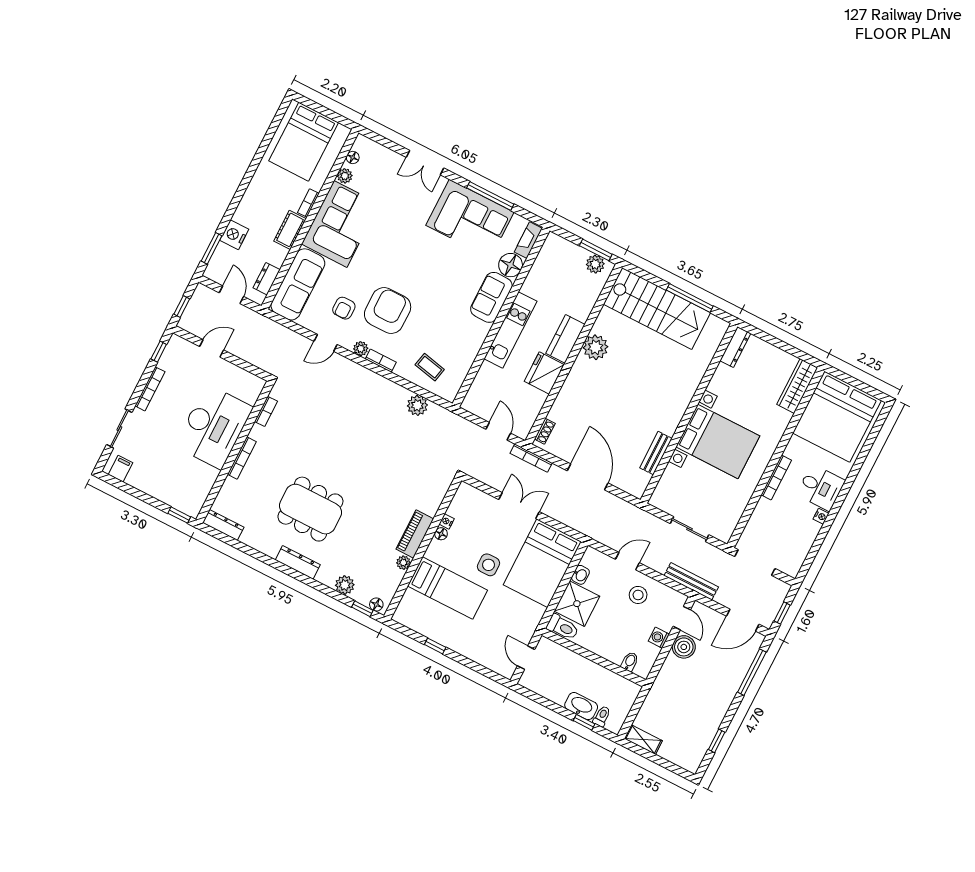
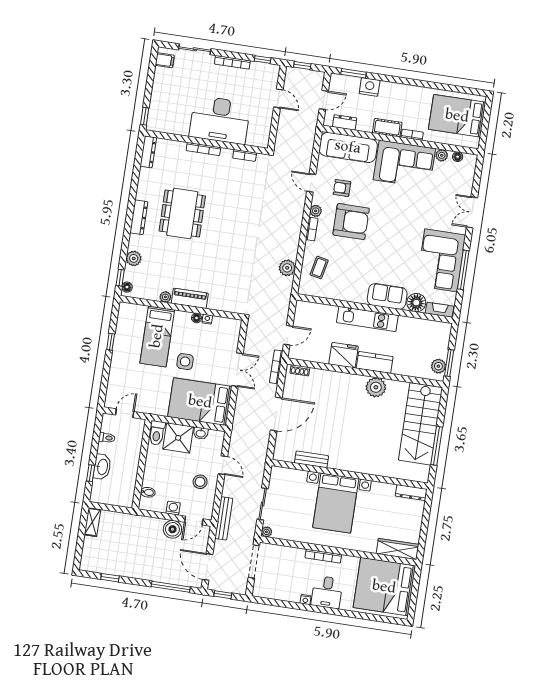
plant: (725, 536) -> (267, 532), added
toilet: (602, 716) -> (107, 438), moved

